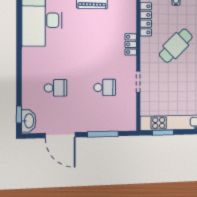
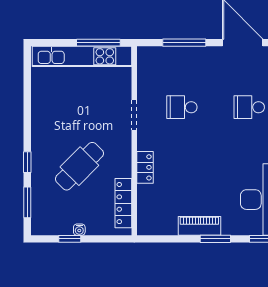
window: (163, 133) -> (98, 43), width x1.44

